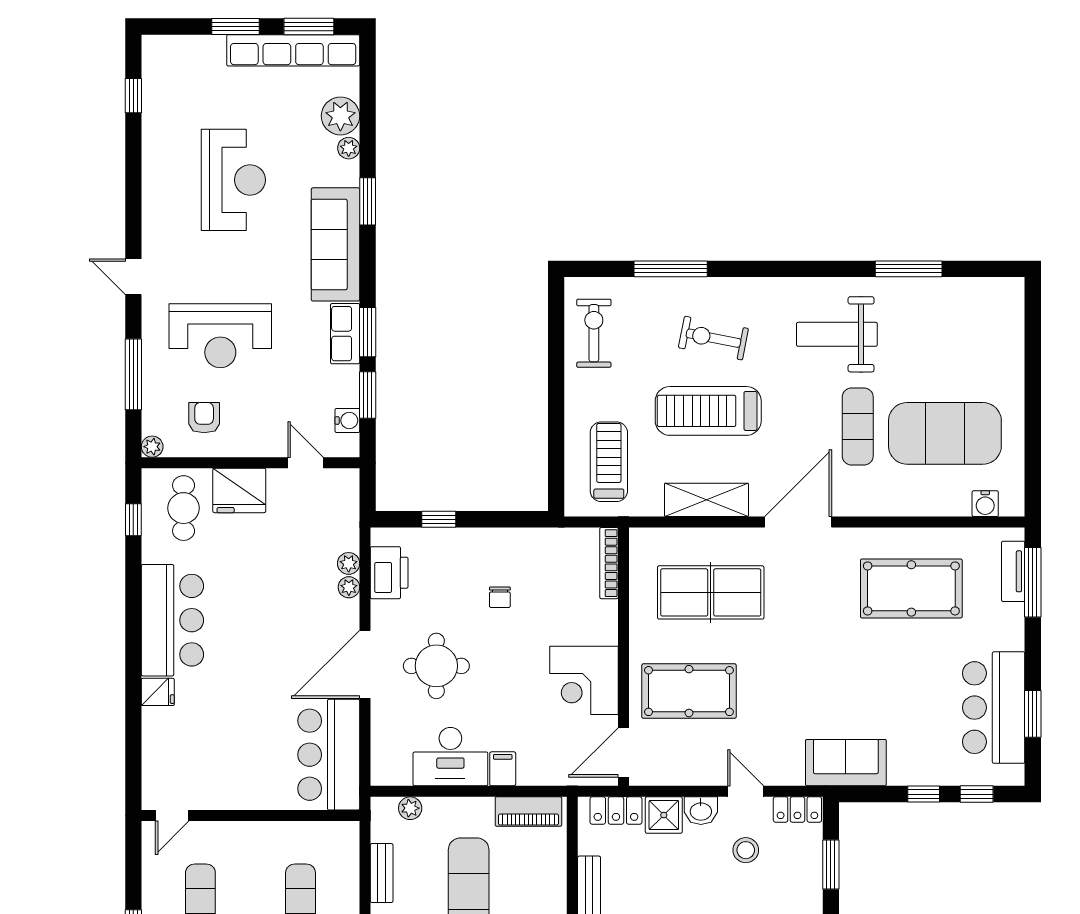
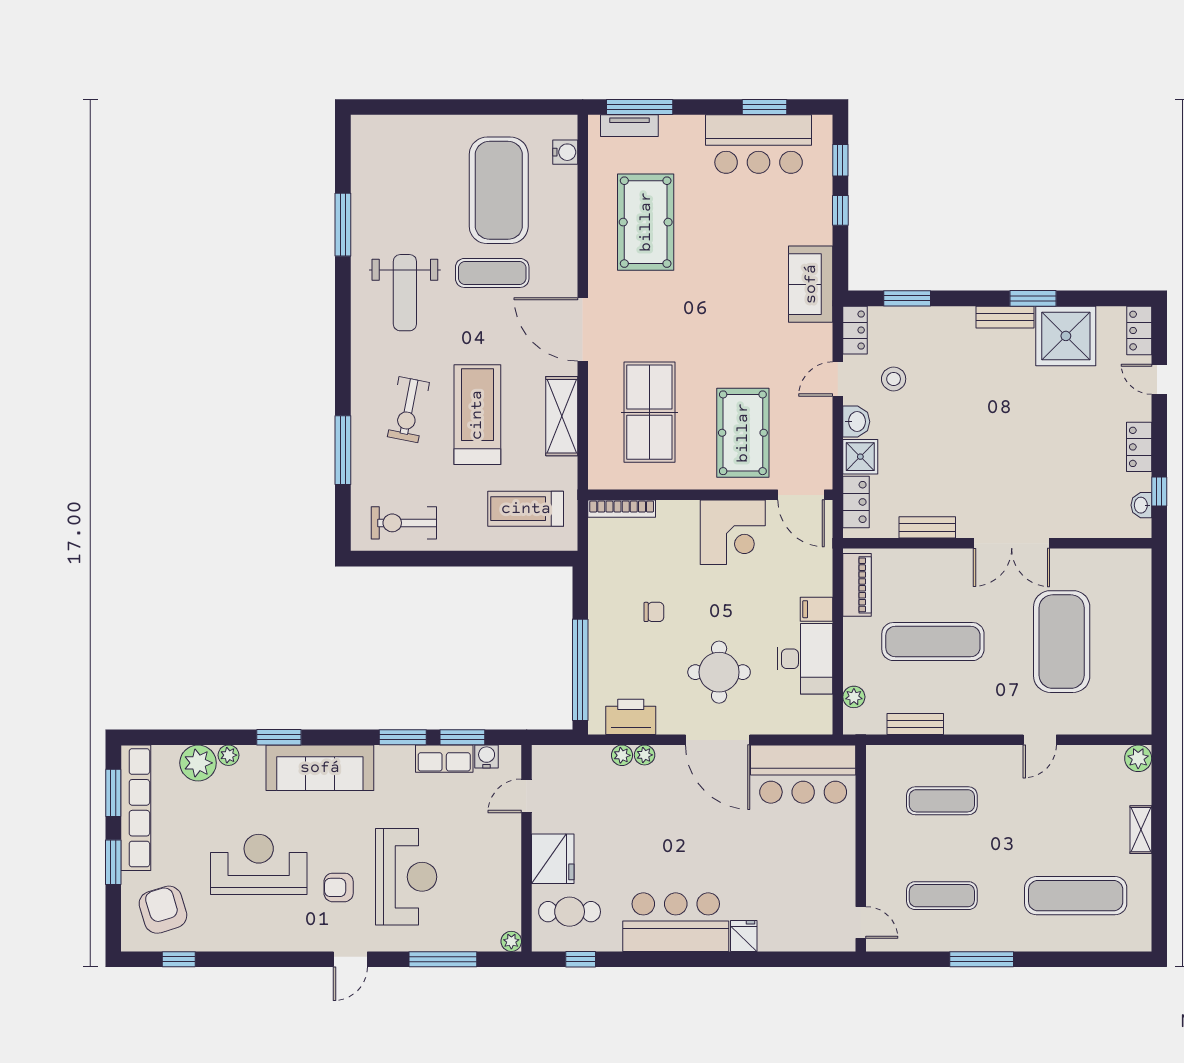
armchair: (186, 79) -> (163, 910), added
row of seats: (345, 334) -> (444, 759), moved
treadmill: (708, 411) -> (477, 415), turned 180
armchair: (204, 418) -> (339, 887), moved
window: (439, 519) -> (580, 670), width x3.17

